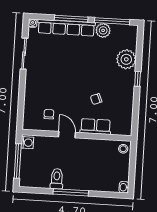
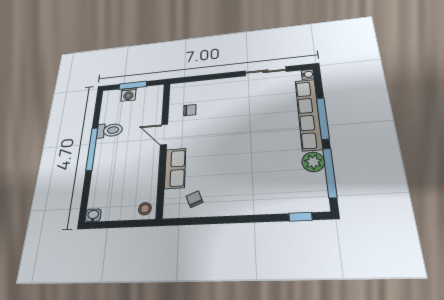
plant: (126, 59) -> (274, 199), removed
window: (138, 79) -> (301, 217), moved
chair: (96, 99) -> (194, 199), moved
door: (67, 135) -> (164, 135), swing flipped
washing machine: (27, 143) -> (129, 94), moved
window: (18, 161) -> (133, 85), width x0.69

